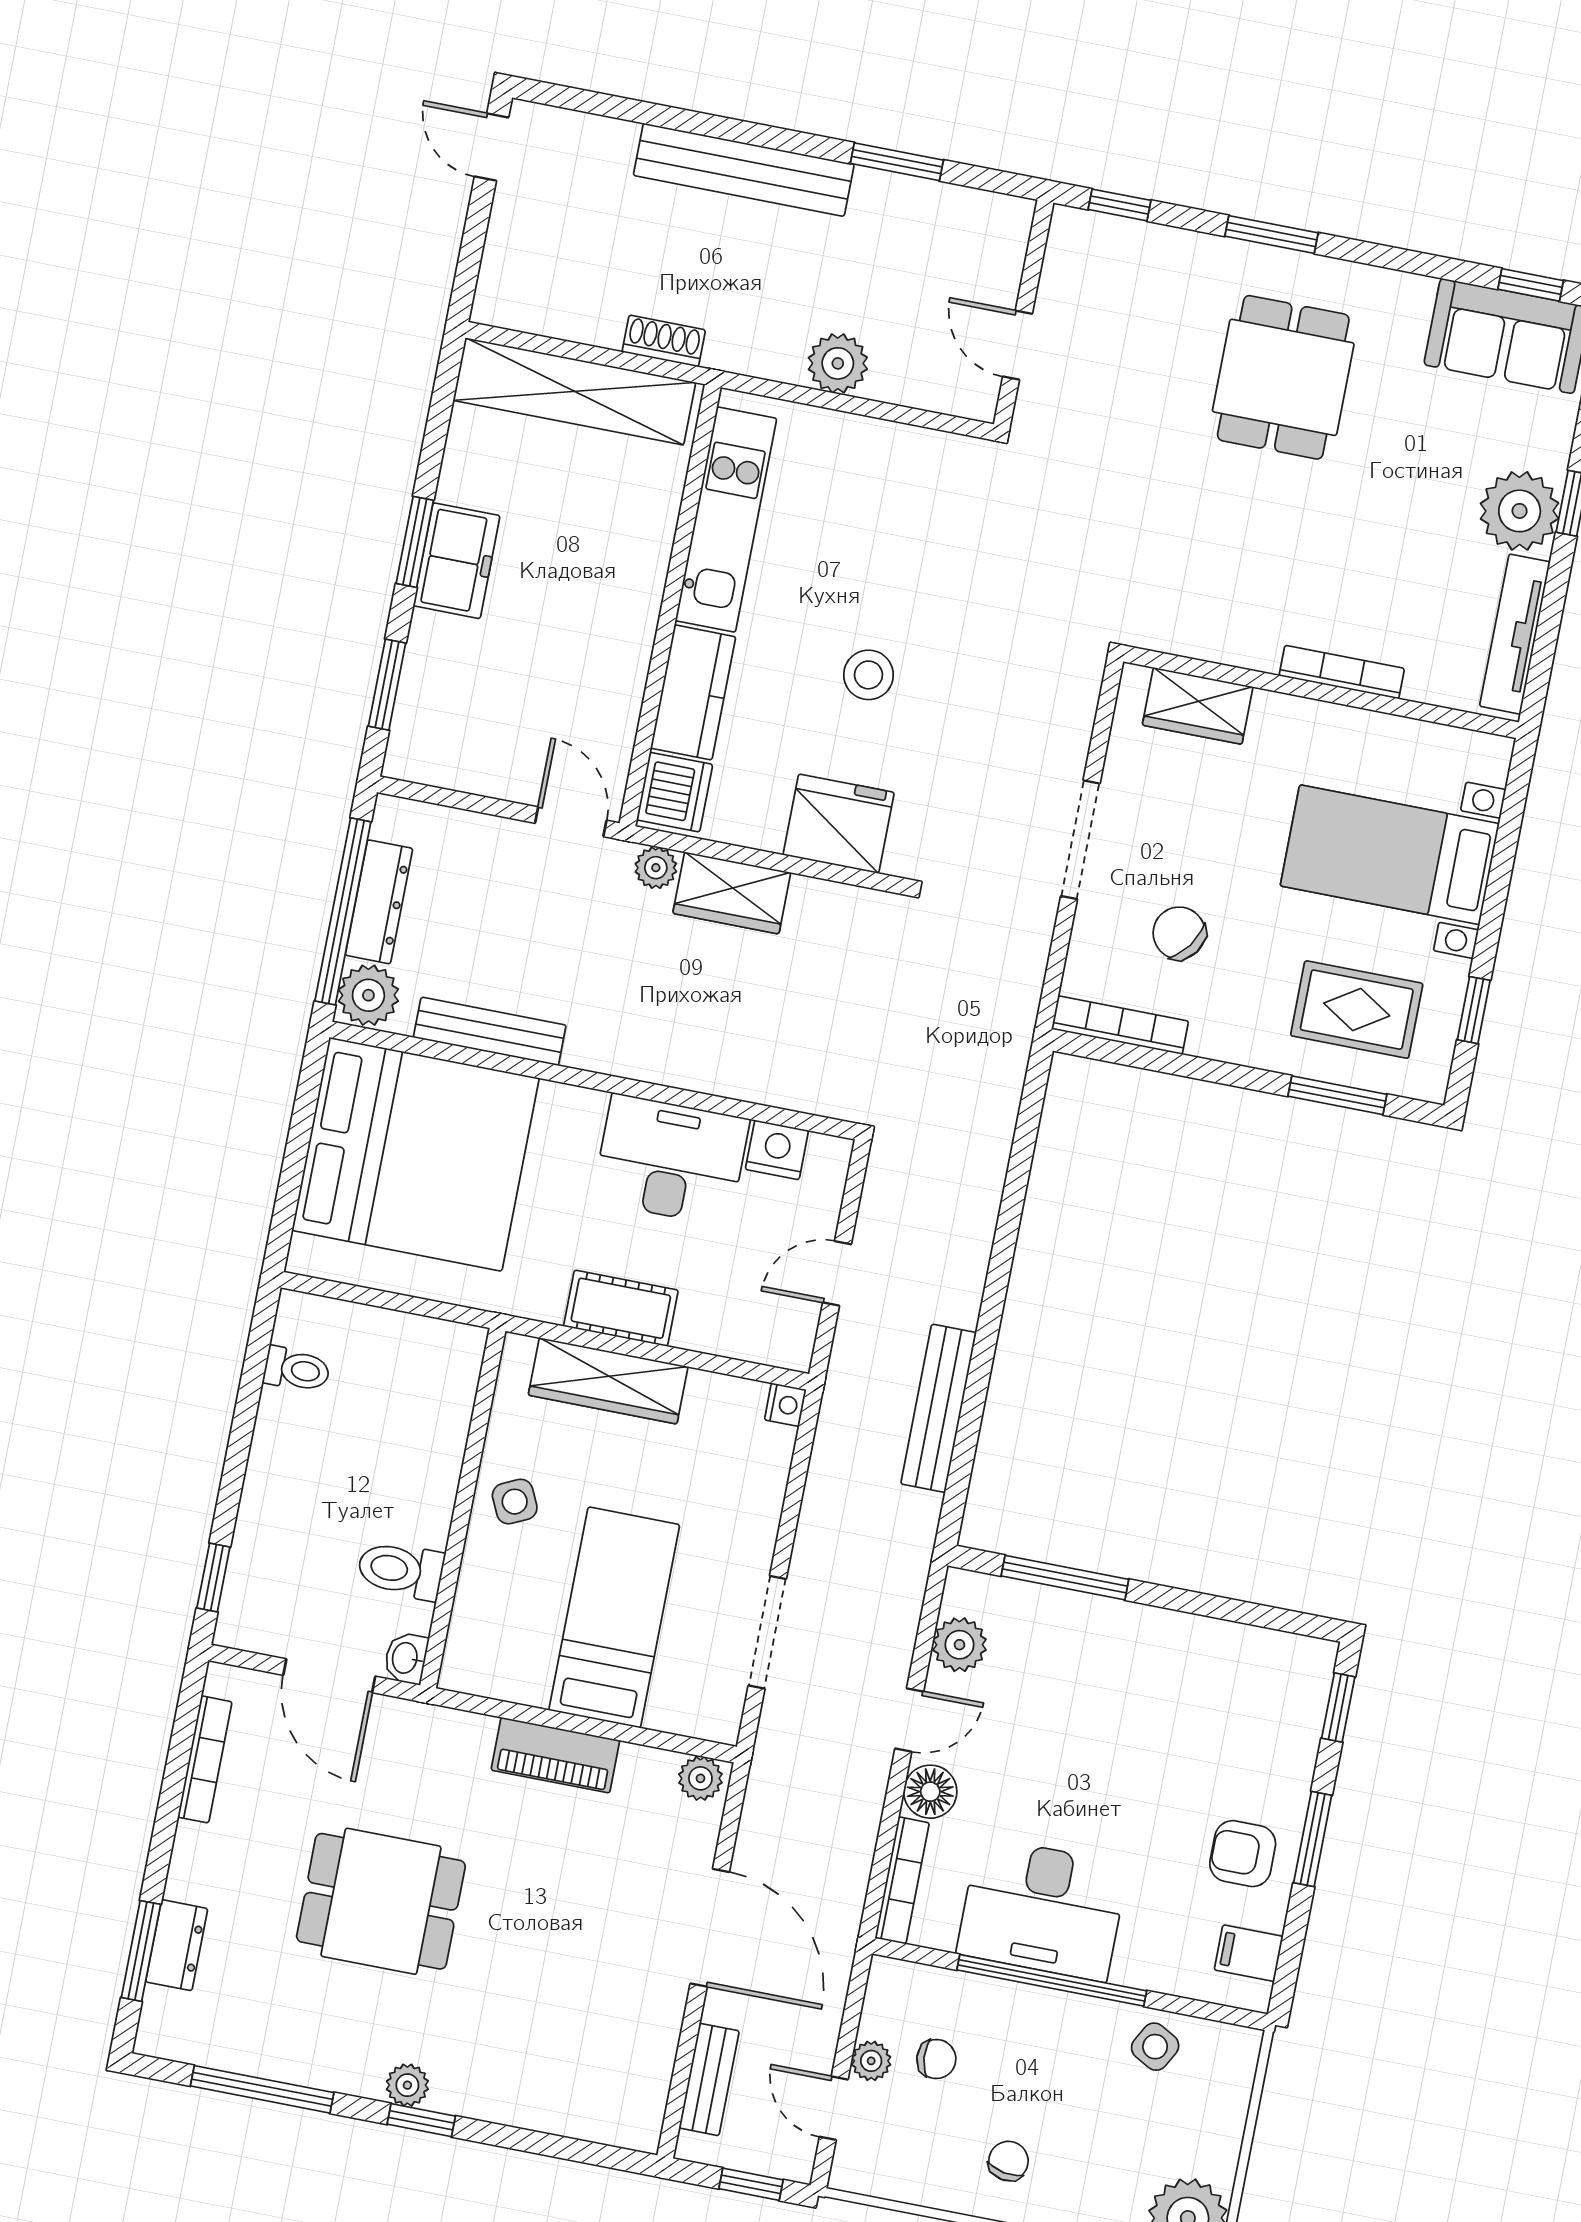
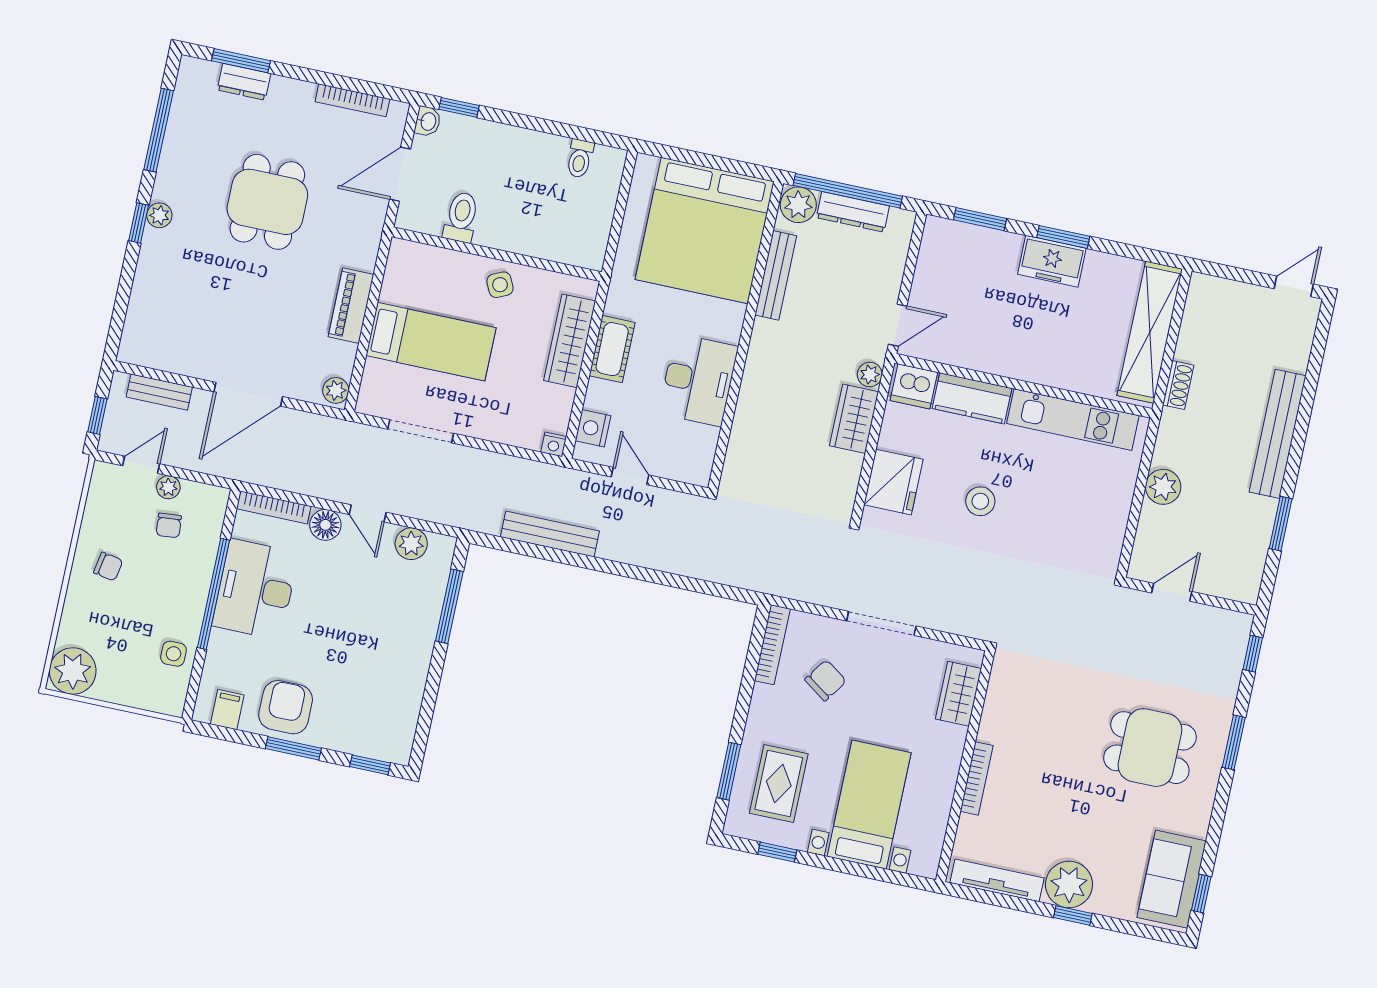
nightstand: (777, 1150) -> (593, 428), moved, turned 180
washbasin: (406, 1658) -> (428, 121), moved, turned 90
armchair: (1243, 1854) -> (286, 707), width x1.38, depth x1.38
side table: (1155, 2047) -> (174, 654), turned -30

